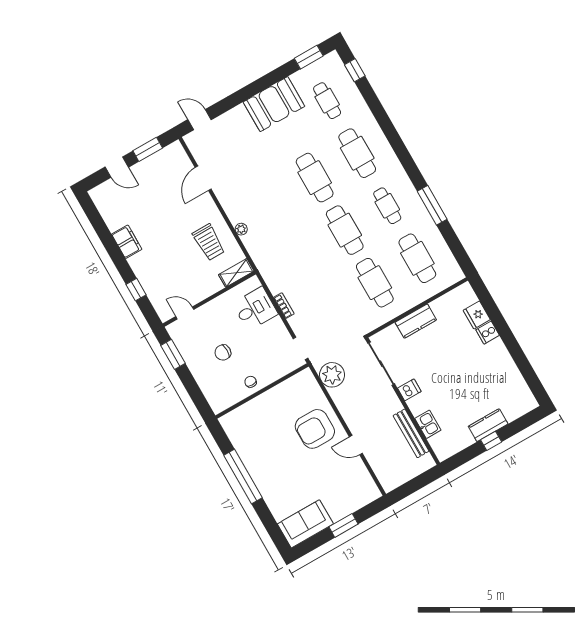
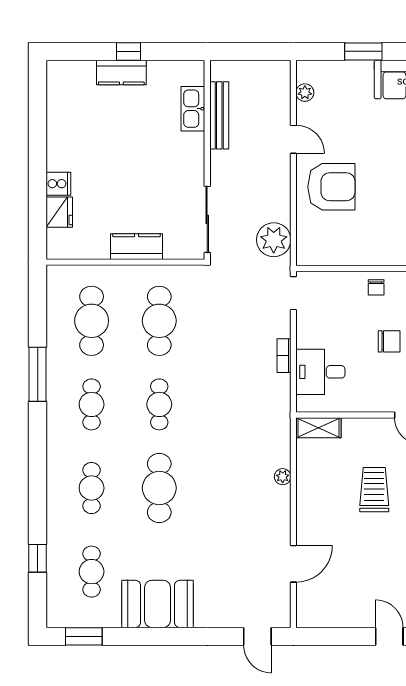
window: (355, 70) -> (38, 558), moved
window: (148, 149) -> (340, 636), removed
cafe table: (357, 153) -> (92, 488), width x0.73, depth x0.74
cafe table: (345, 230) -> (159, 404), width x0.73, depth x0.74
trolley: (209, 242) -> (374, 490), moved
dishwasher: (409, 390) -> (191, 169), removed
kitchen sink: (428, 424) -> (193, 109), width x1.38
plant: (365, 479) -> (305, 93), added

